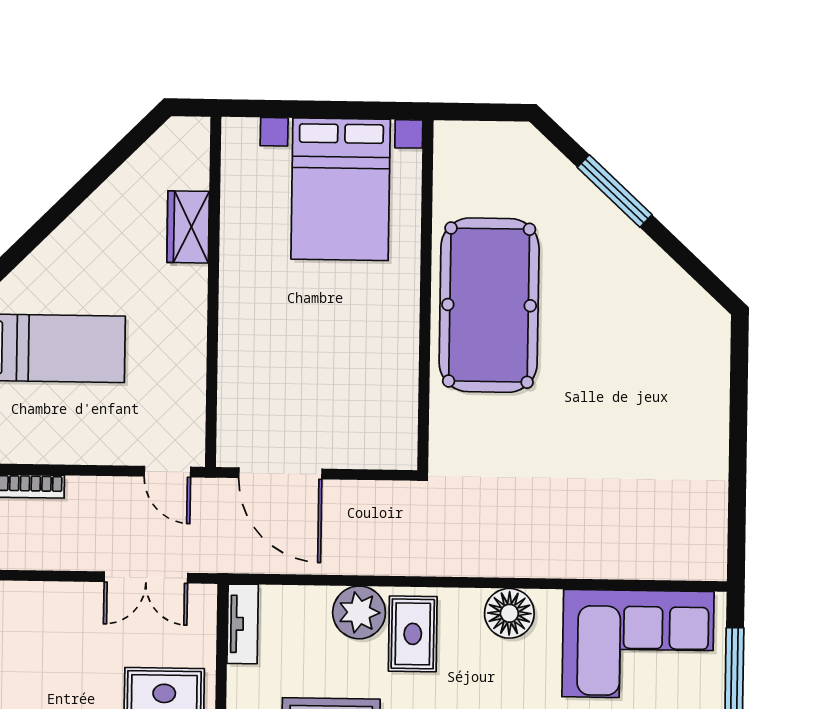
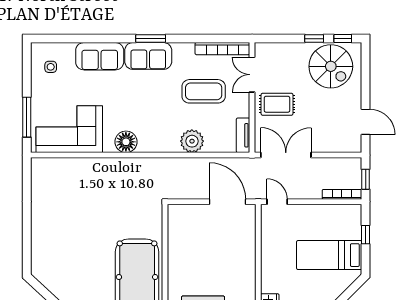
double door: (146, 577) -> (286, 155), width x1.37
rug: (413, 634) -> (168, 132), removed

